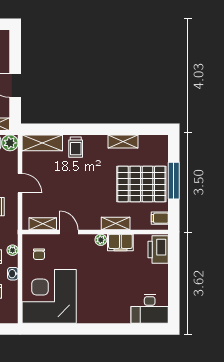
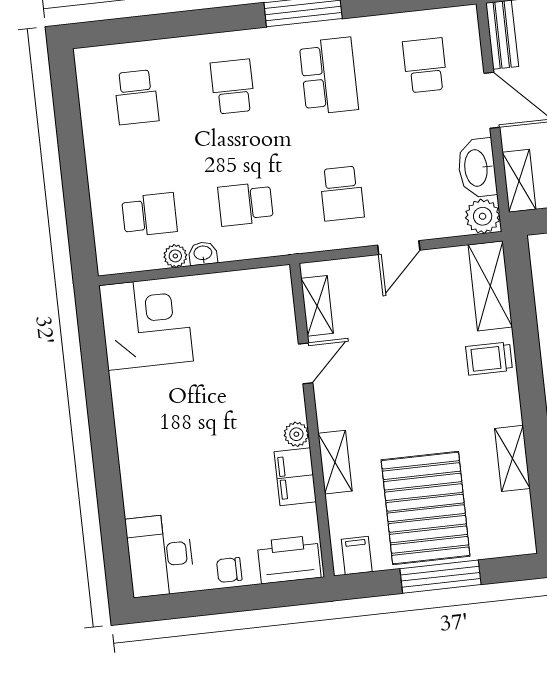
plant: (13, 250) -> (175, 256), moved
chair: (39, 254) -> (229, 570), moved
corner desk: (49, 296) -> (146, 323), width x0.74, depth x0.74

